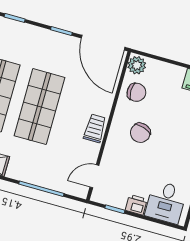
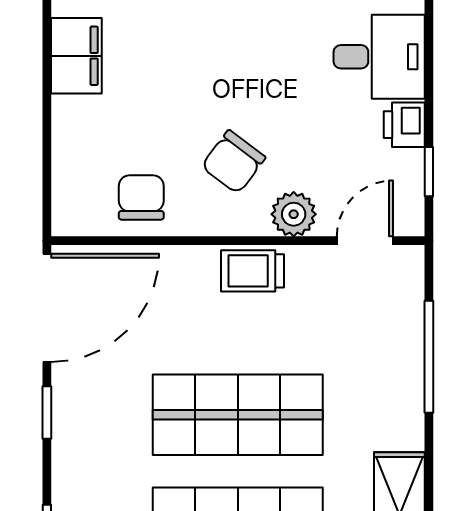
plant: (137, 65) -> (294, 214), moved
chair: (140, 133) -> (233, 162), turned 110
door: (94, 176) -> (365, 241), swing flipped

